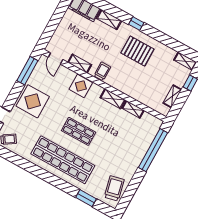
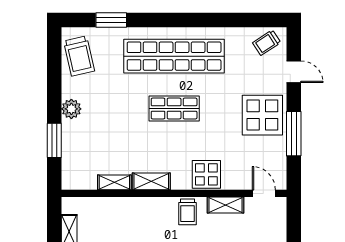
window: (27, 71) -> (294, 134), moved
window: (153, 150) -> (54, 140), width x0.47
plant: (134, 162) -> (71, 109), added

